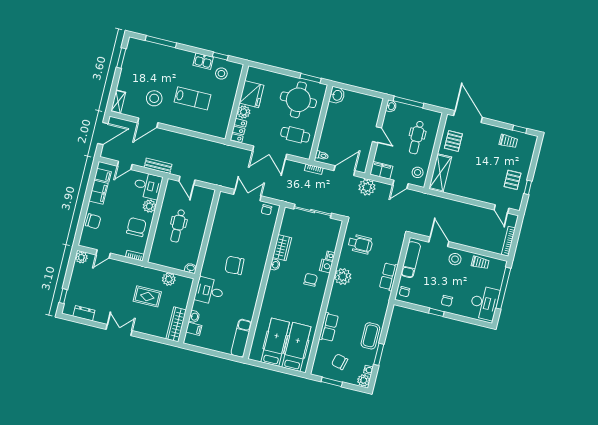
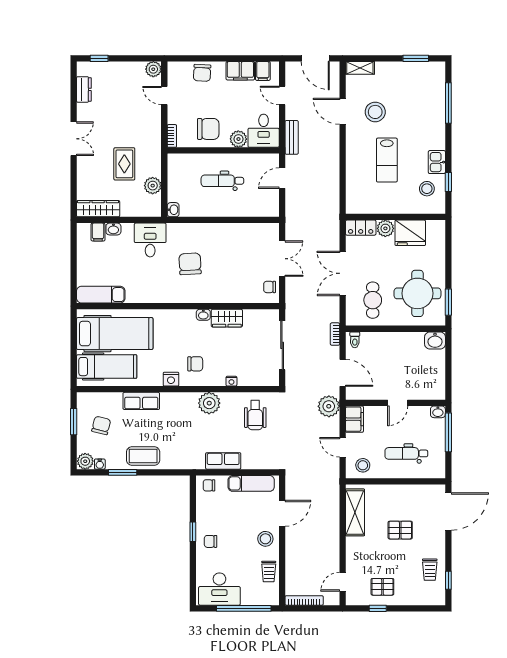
pallet: (453, 141) -> (400, 530), moved
shelving: (440, 173) -> (355, 512), moved, turned 90
nightstand: (326, 266) -> (171, 379), moved
hospital bed: (275, 342) -> (115, 334), width x1.37, depth x1.29

